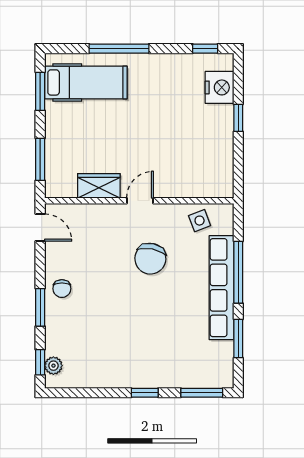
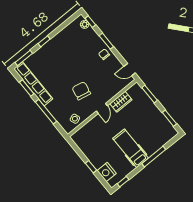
hospital bed: (86, 82) -> (131, 148), moved, turned 90
row of seats: (222, 288) -> (33, 84), moved

